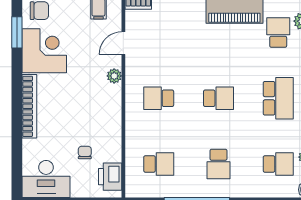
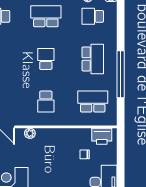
school desk: (159, 164) -> (93, 102), width x1.85
school desk: (218, 164) -> (93, 59), width x1.85
school desk: (278, 164) -> (93, 16), turned -90

